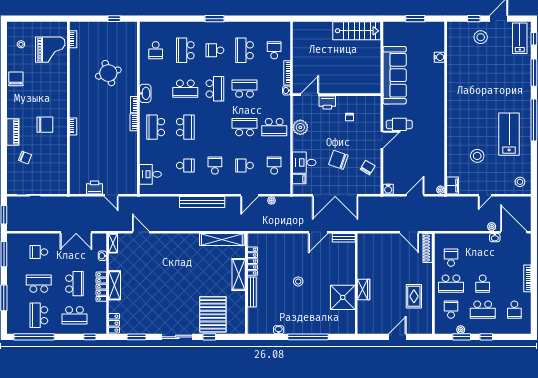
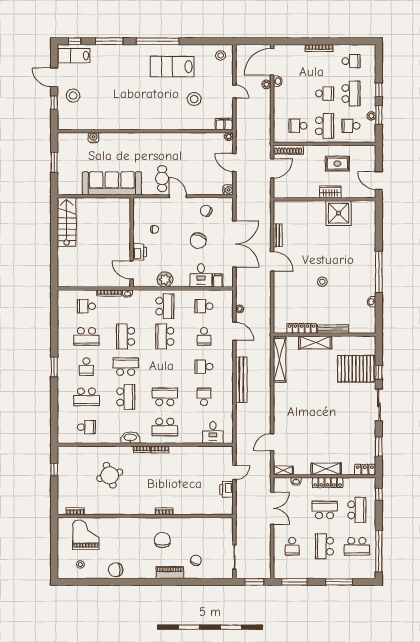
wall: (356, 284) -> (325, 199), moved
wardrobe: (364, 289) -> (330, 192), moved
shower: (343, 297) -> (339, 213), moved

